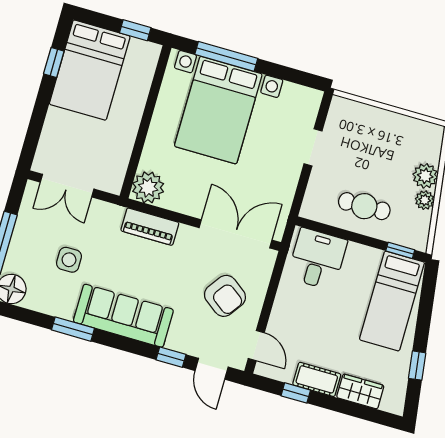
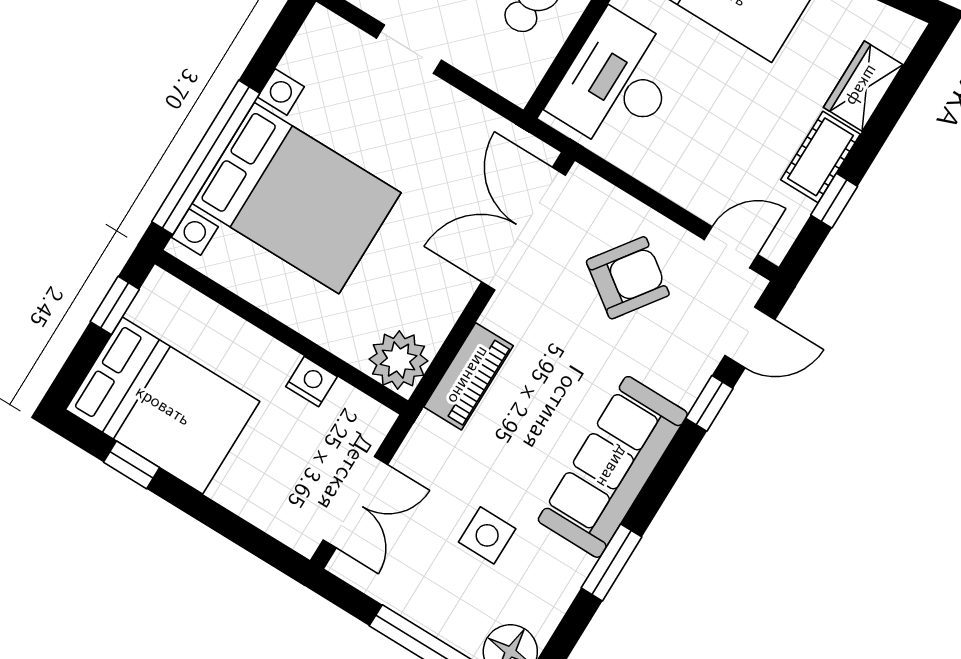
window: (226, 56) -> (206, 157), width x1.46
nightstand: (124, 145) -> (312, 382), added
desk: (317, 259) -> (617, 82), width x1.37

